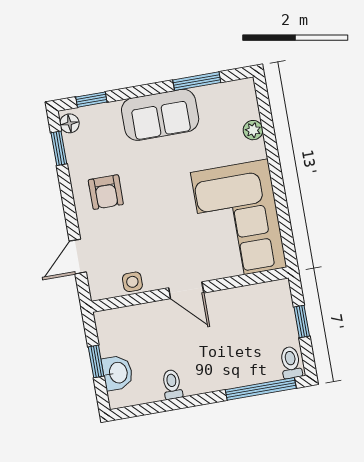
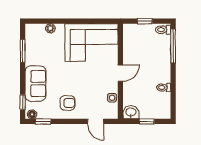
sofa: (160, 115) -> (36, 84), moved
washbasin: (118, 373) -> (131, 112), moved

